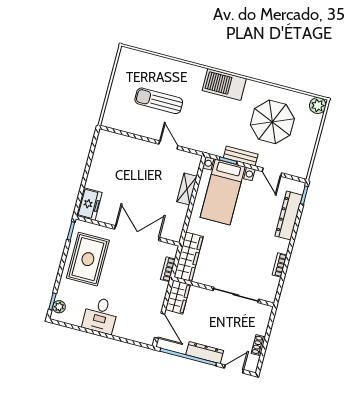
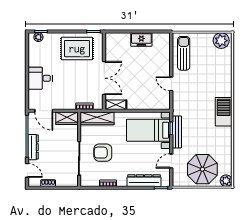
plant: (128, 63) -> (221, 41), added
sun lounger: (159, 101) -> (184, 53), moved
parasol: (272, 122) -> (202, 169), moved
door: (168, 145) -> (171, 84), swing flipped
bench: (241, 156) -> (177, 132), width x1.36
shelving: (187, 189) -> (116, 105), moved
freezer: (89, 204) -> (141, 39), moved
armchair: (237, 261) -> (103, 153), added
desk: (100, 315) -> (40, 78), moved
door: (160, 326) -> (44, 111), hinge flipped

